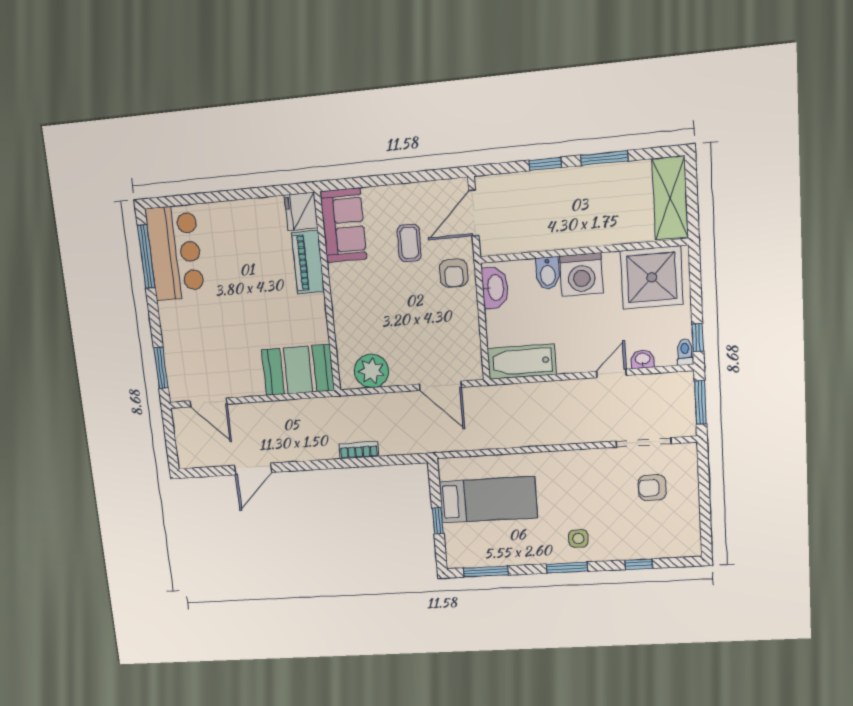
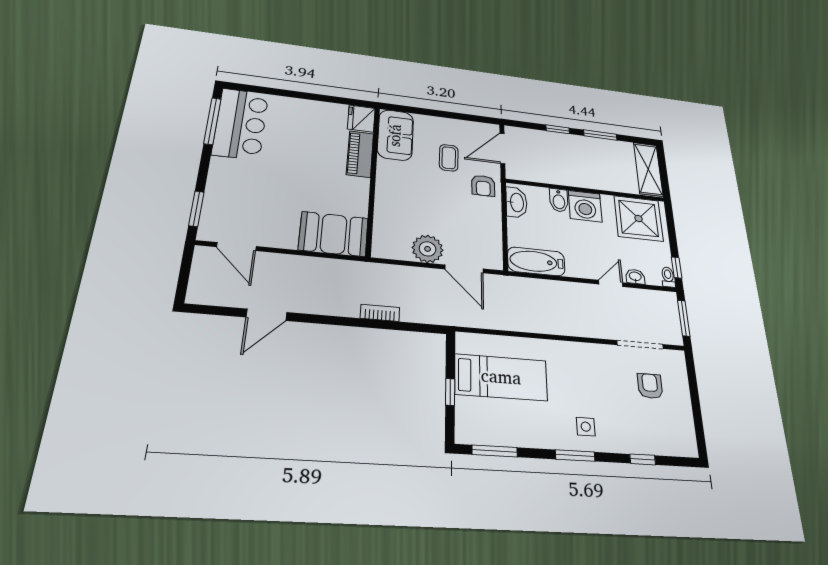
plant: (372, 371) -> (428, 249), moved
armchair: (652, 488) -> (650, 386), turned 90

